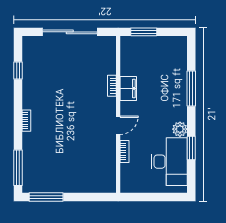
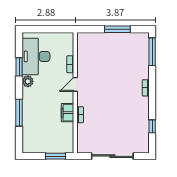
window: (46, 197) -> (117, 29), moved

